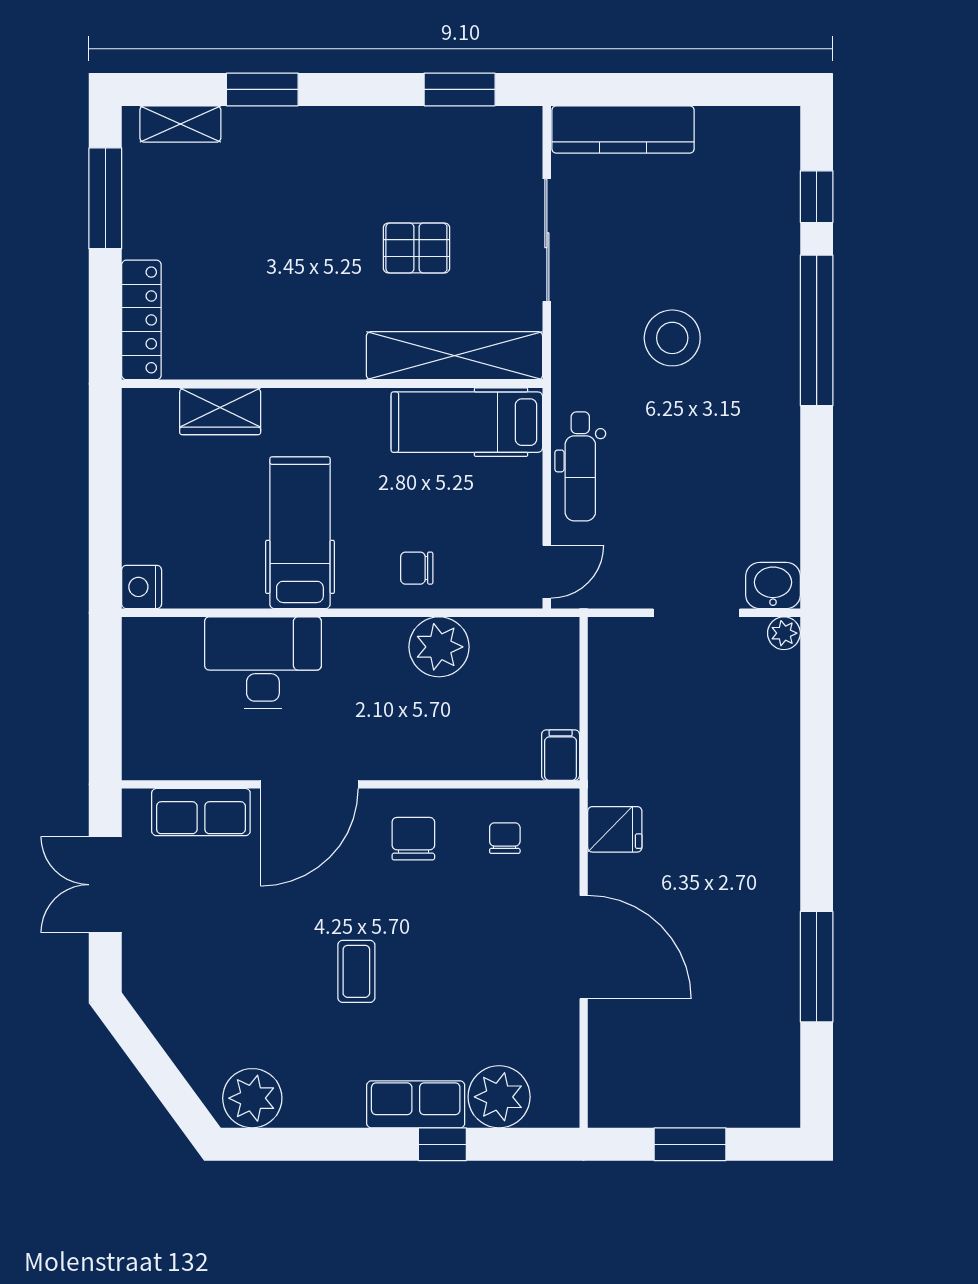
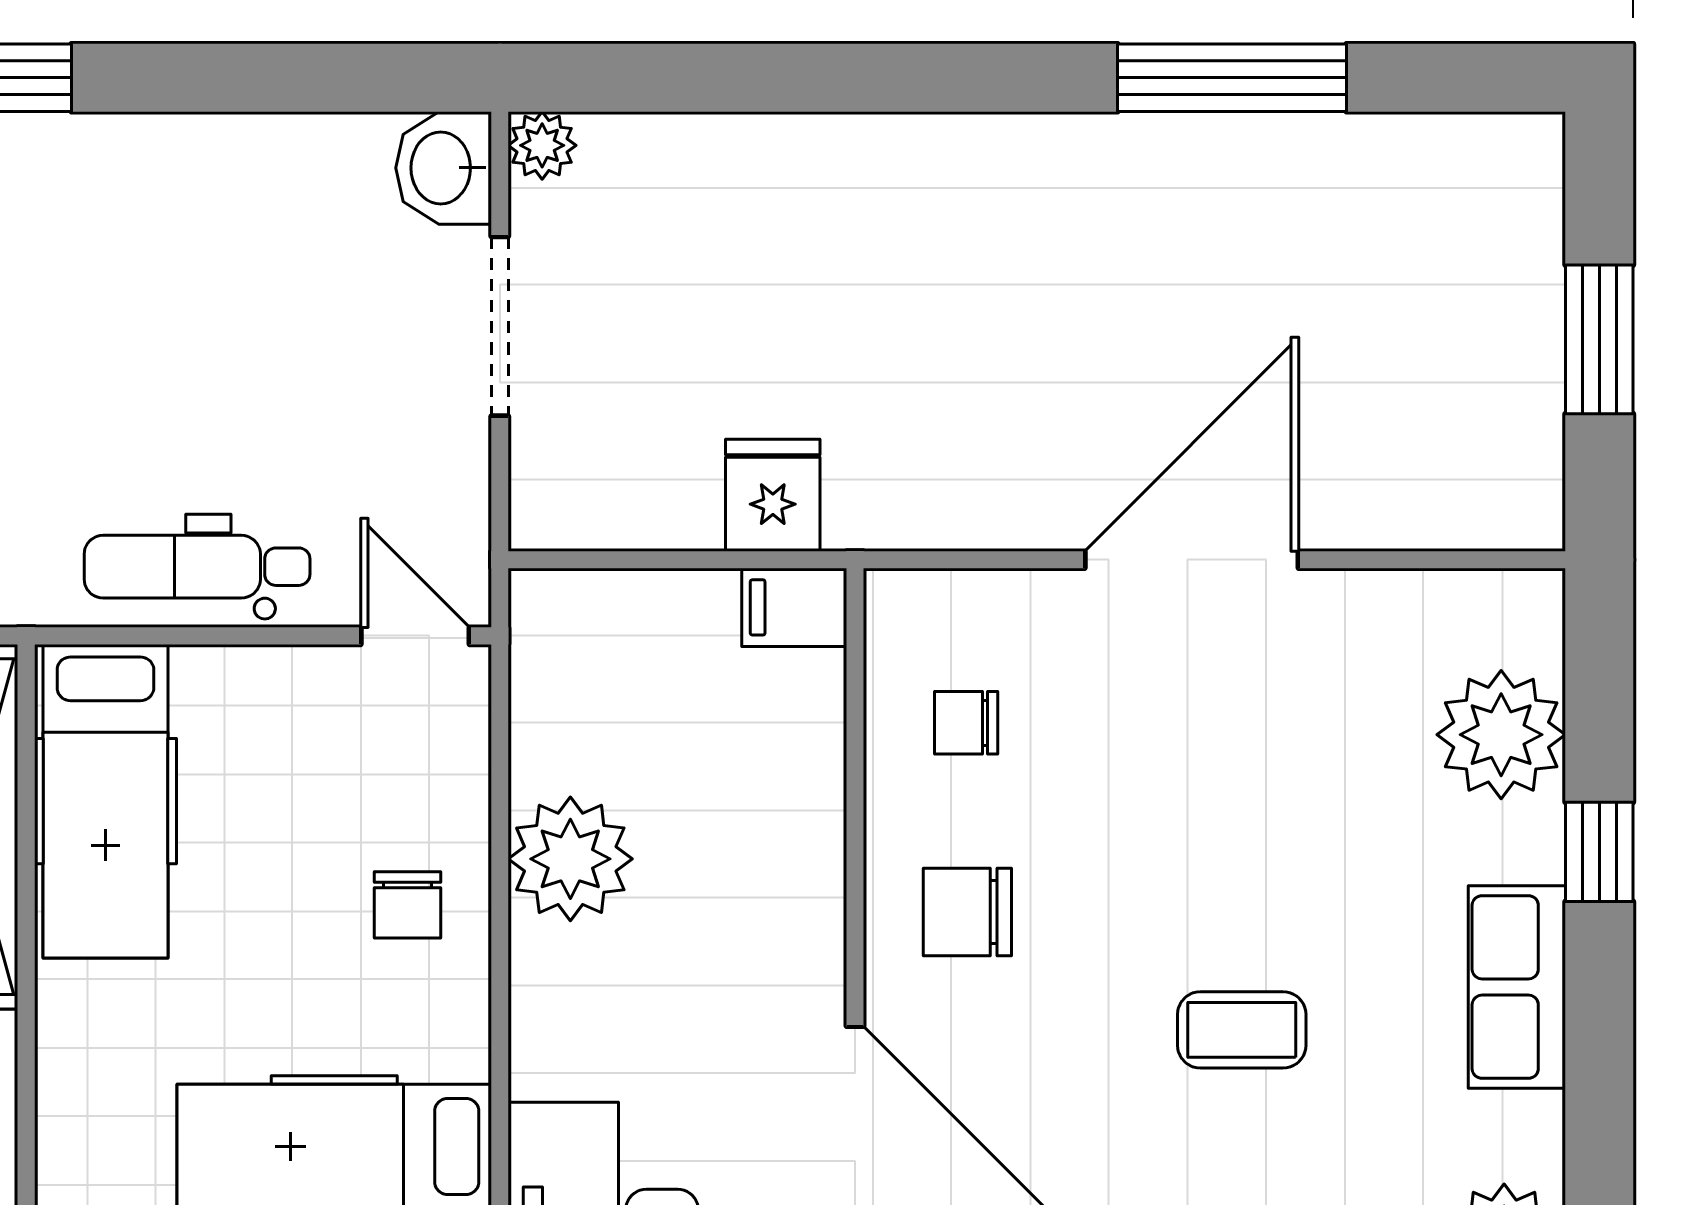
dental chair: (580, 466) -> (197, 567), turned 180
fridge: (615, 829) -> (773, 495), moved
row of seats: (416, 1104) -> (1517, 987), moved

